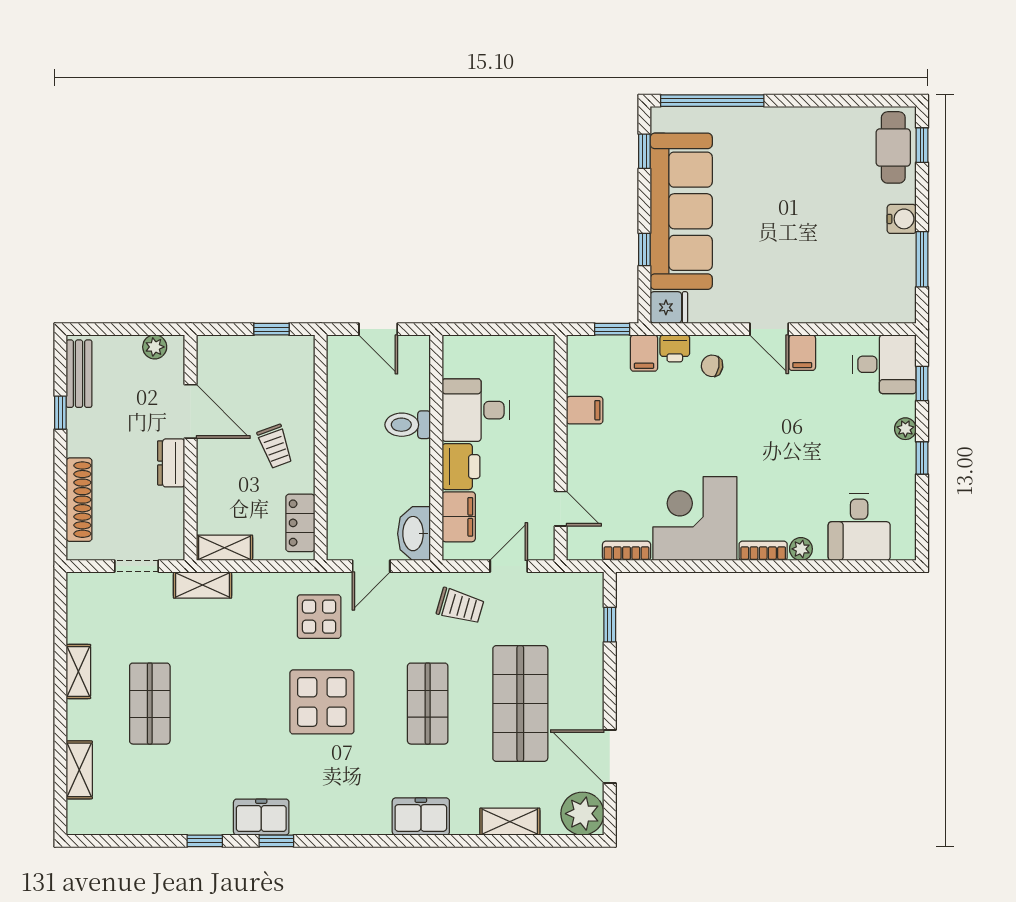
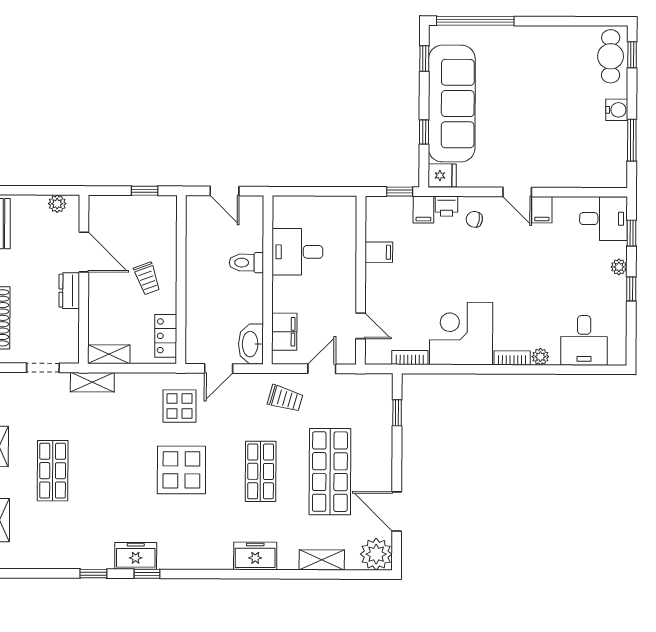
printer: (461, 467) -> (286, 294), removed

